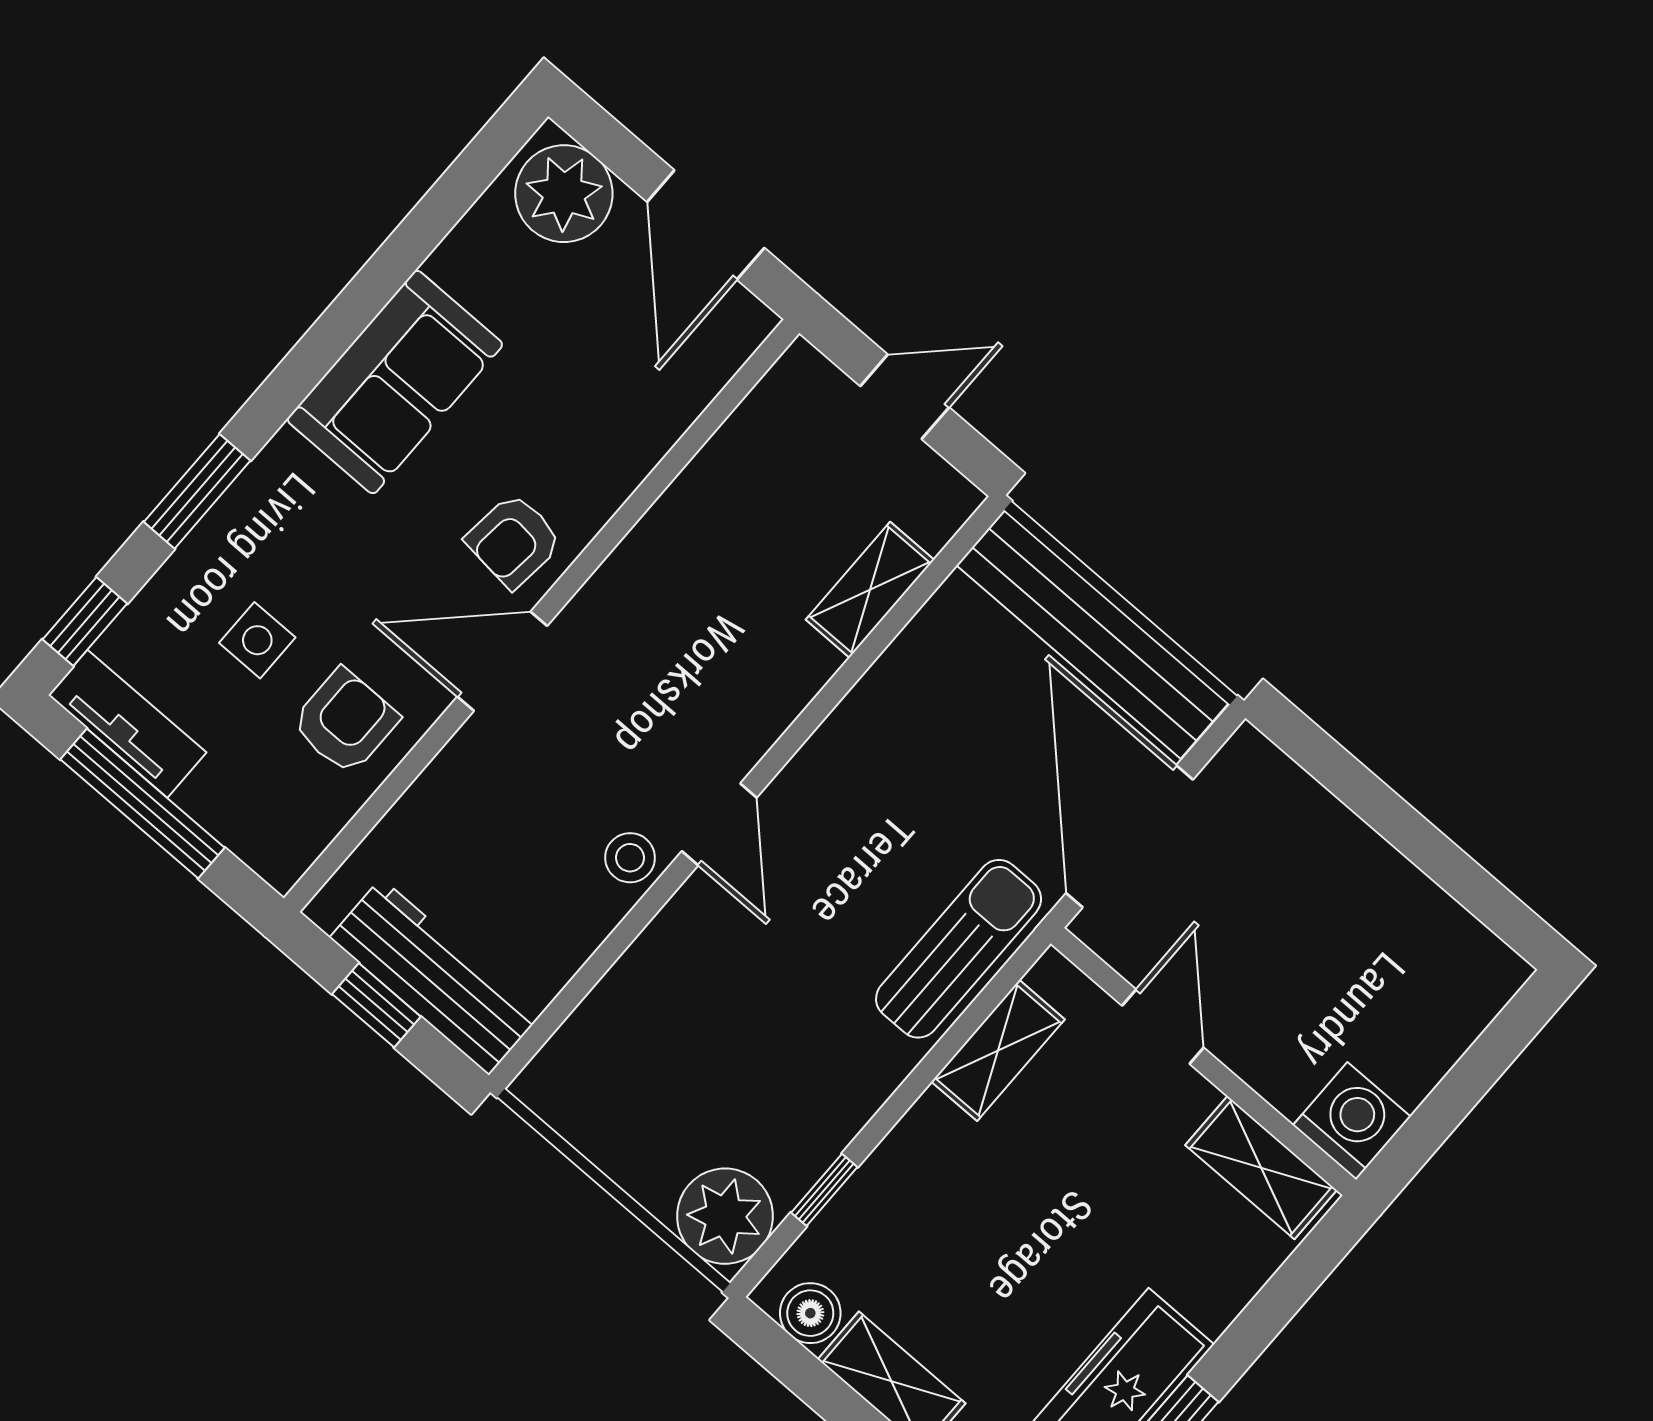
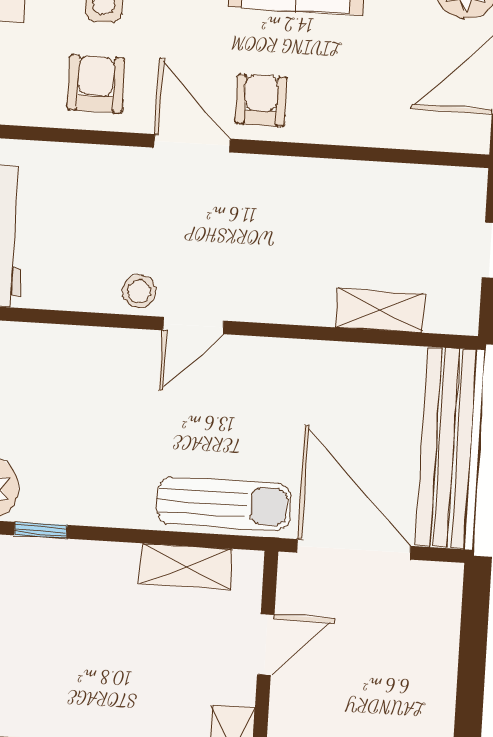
armchair: (514, 541) -> (261, 100), turned 84
armchair: (345, 721) -> (96, 84), turned -90
door: (1130, 836) -> (354, 549), hinge flipped

